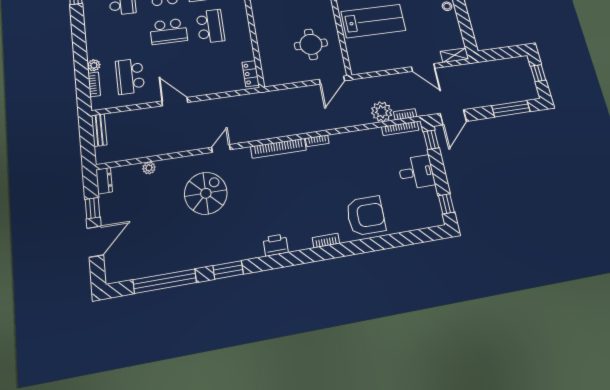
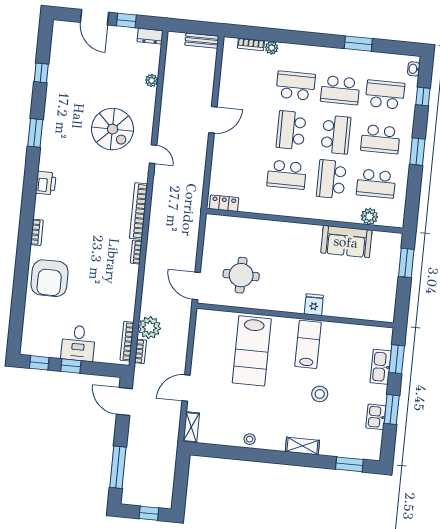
school desk: (130, 76) -> (296, 86), moved
window: (431, 140) -> (71, 366), moved
window: (165, 281) -> (41, 73), width x0.32

